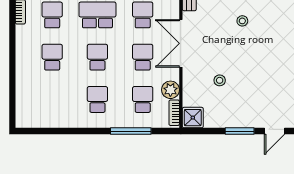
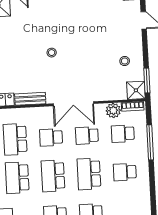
school desk: (97, 57) -> (89, 174), width x1.85
stool: (220, 80) -> (125, 61), moved
window: (240, 131) -> (147, 80), moved

